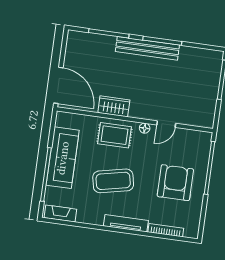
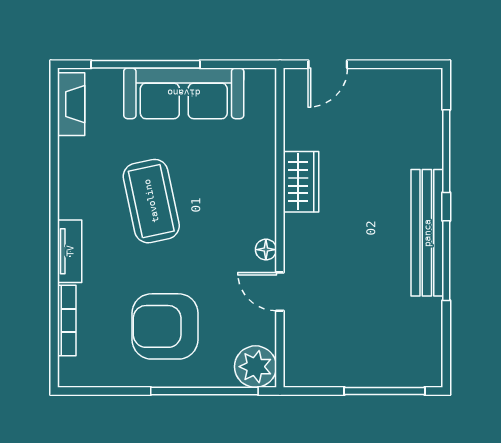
door: (58, 85) -> (328, 64), width x0.53
rug: (115, 135) -> (243, 191), removed
plant: (201, 141) -> (255, 367), added
armchair: (175, 183) -> (165, 326), turned 180
tv unit: (126, 223) -> (70, 251), width x0.71

